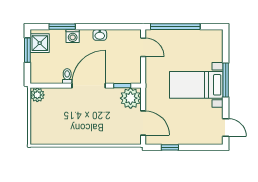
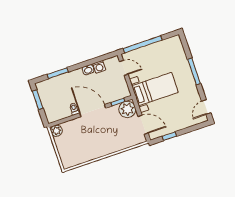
washing machine: (73, 36) -> (99, 67), moved
shower: (40, 43) -> (45, 91), removed
bed with nightstands: (196, 85) -> (155, 89), moved, turned 180
door: (89, 86) -> (93, 111), hinge flipped
door: (226, 127) -> (206, 107), swing flipped

